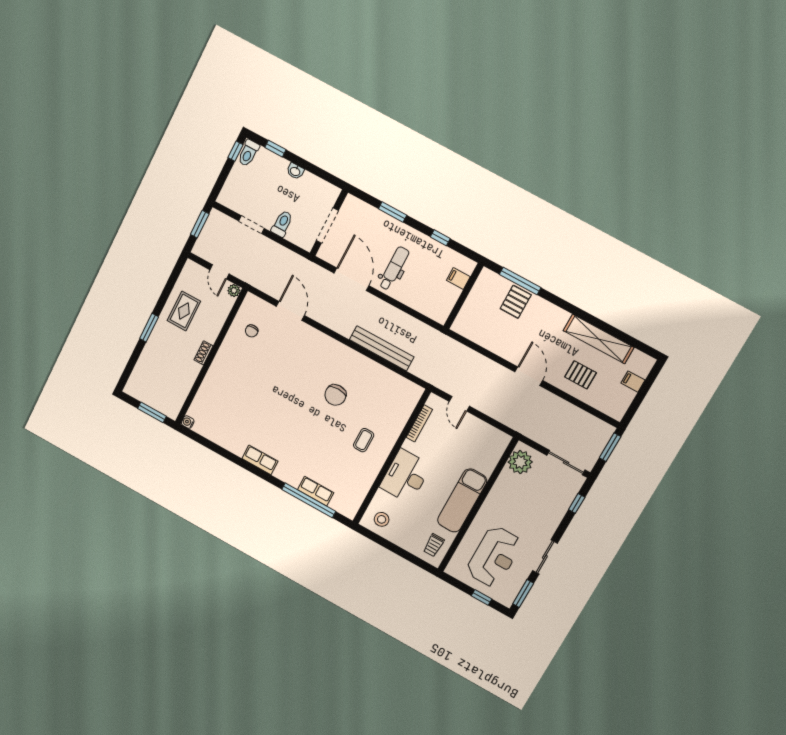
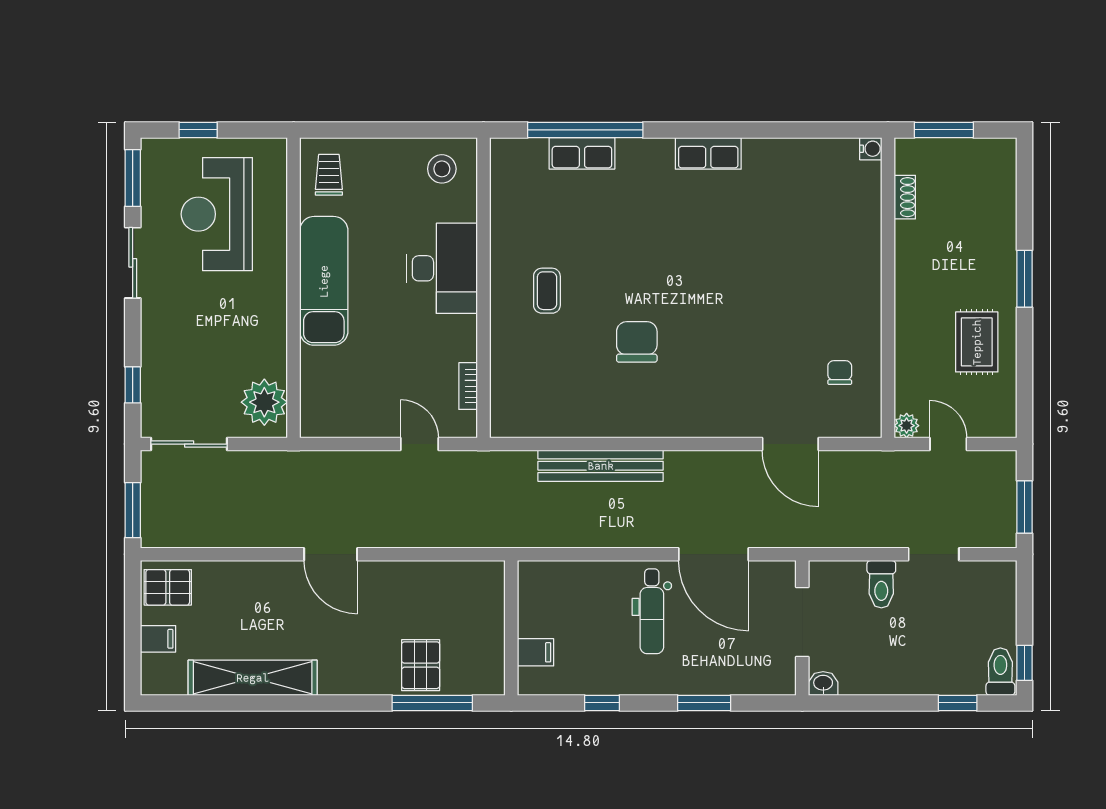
washbasin: (295, 171) -> (823, 683), moved
shoe rack: (204, 353) -> (905, 197), moved
pallet: (581, 375) -> (168, 587), moved
bookcase: (419, 423) -> (468, 386), width x0.64

